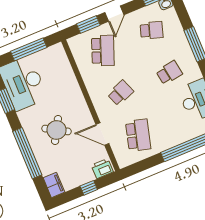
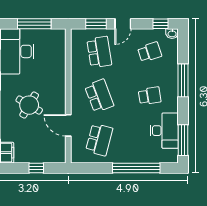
school desk: (152, 30) -> (150, 52), turned -36
school desk: (103, 51) -> (99, 52), turned -30
school desk: (120, 93) -> (99, 96), width x1.85
printer: (102, 169) -> (55, 156), removed

